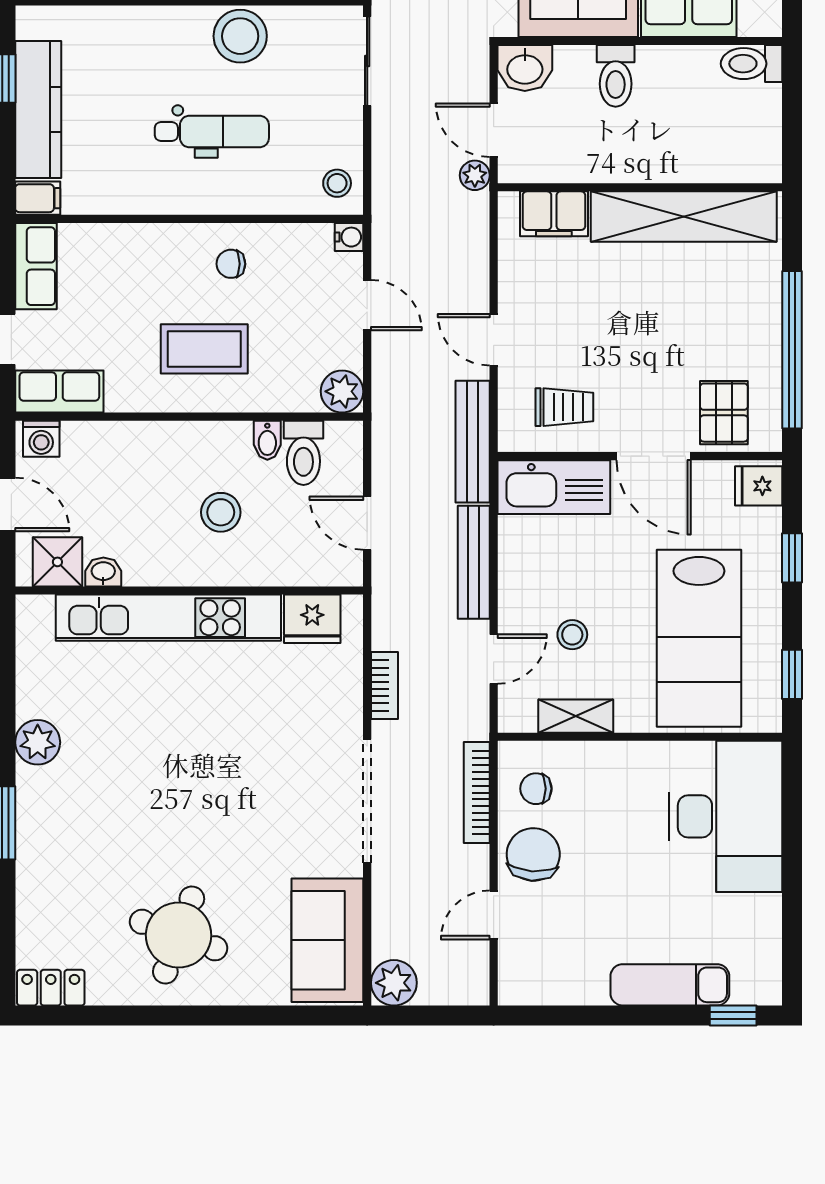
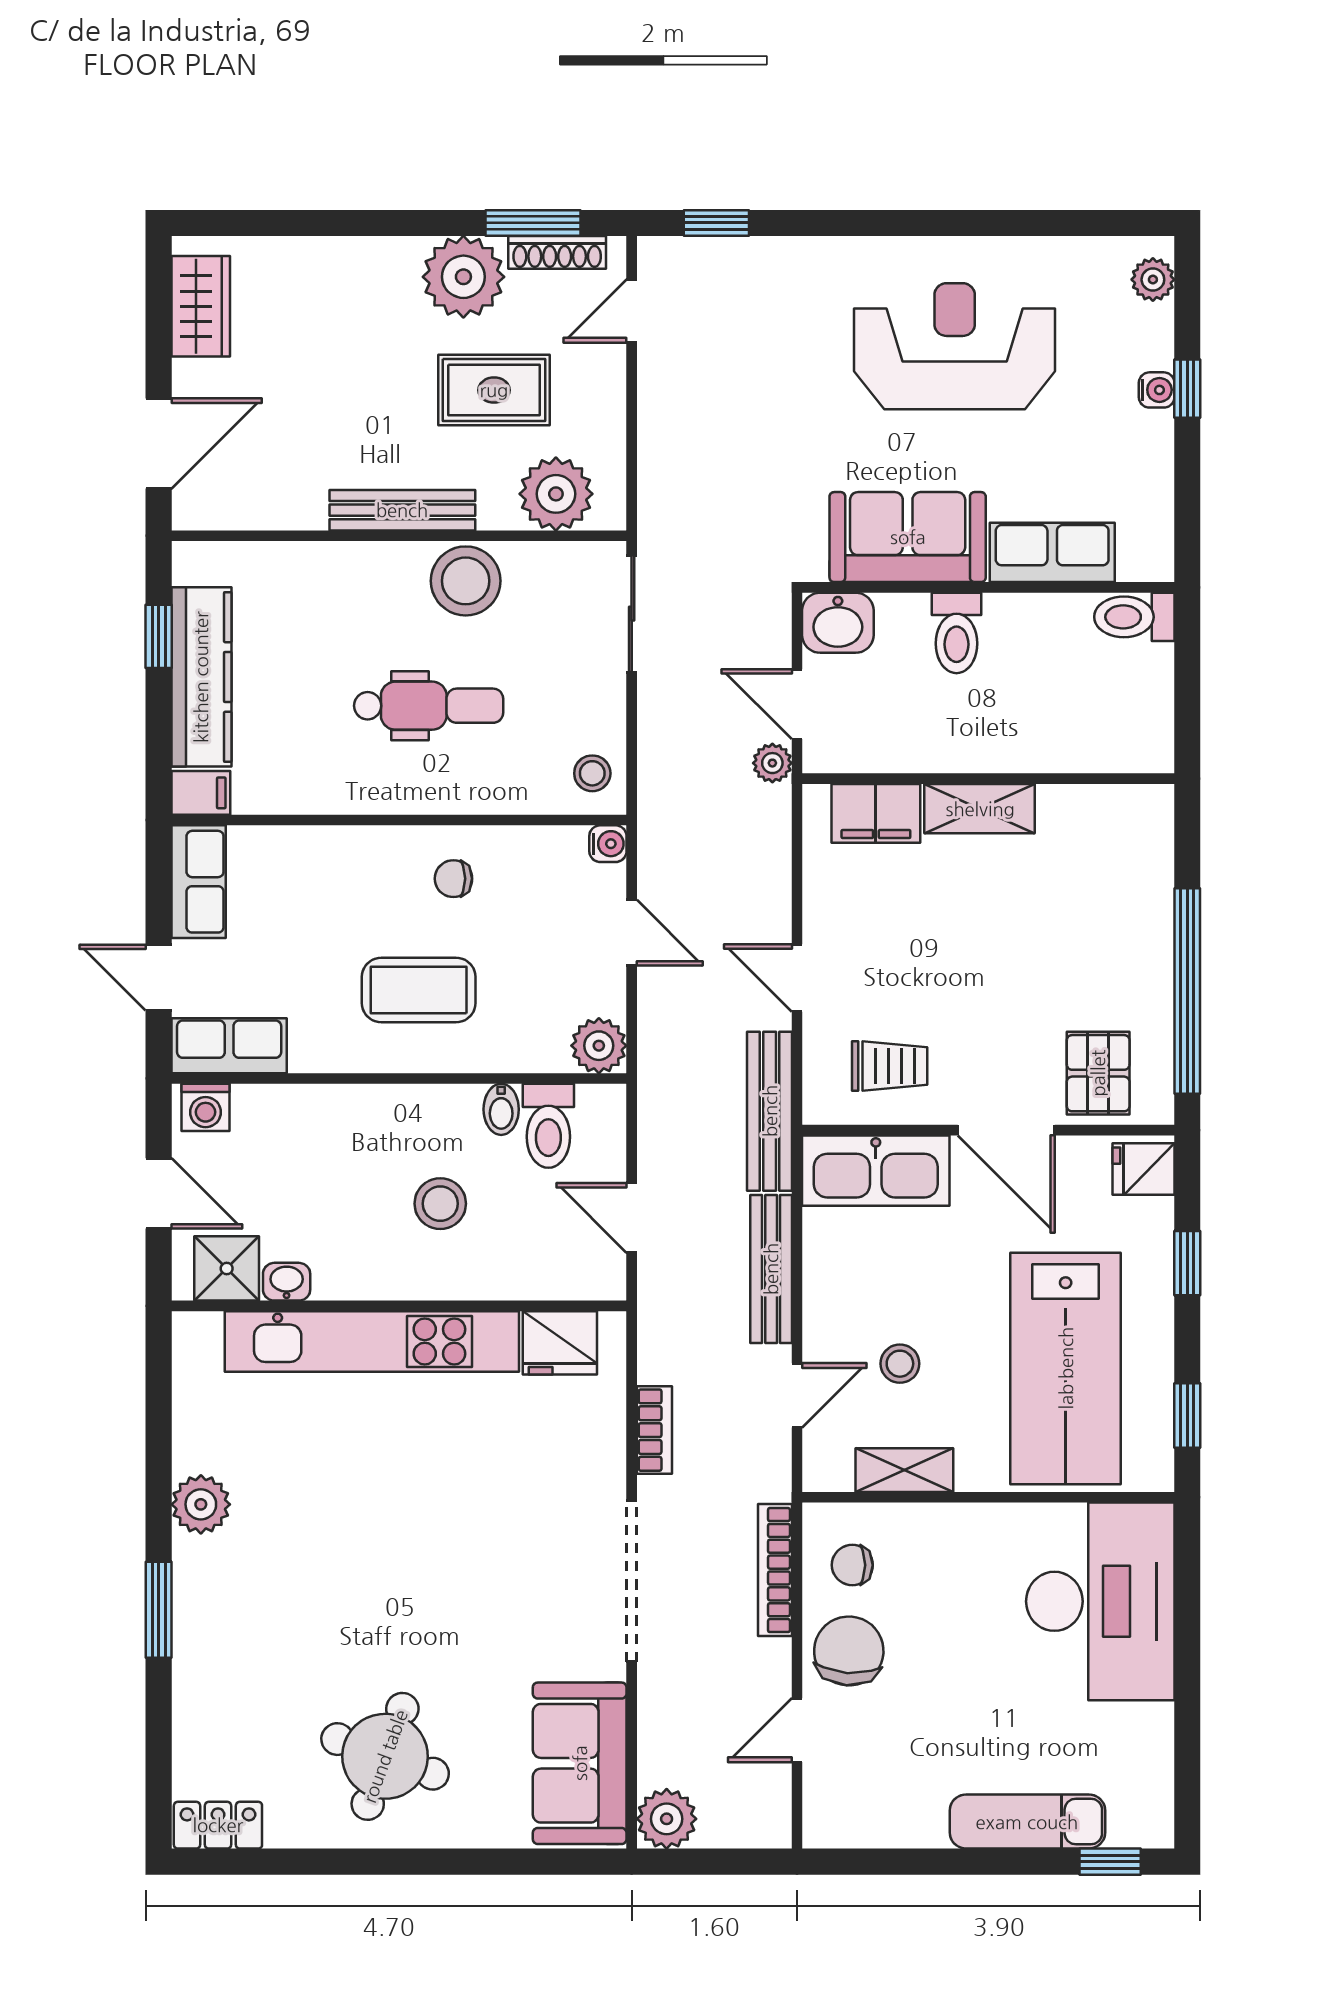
shelving: (684, 217) -> (980, 809), width x0.45, depth x0.75

